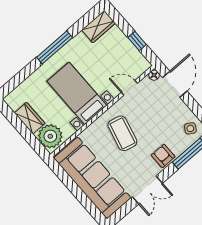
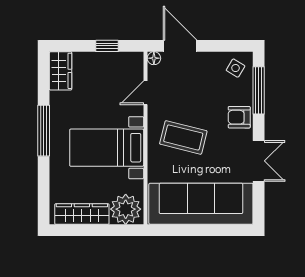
wardrobe: (30, 118) -> (82, 214), width x1.50

